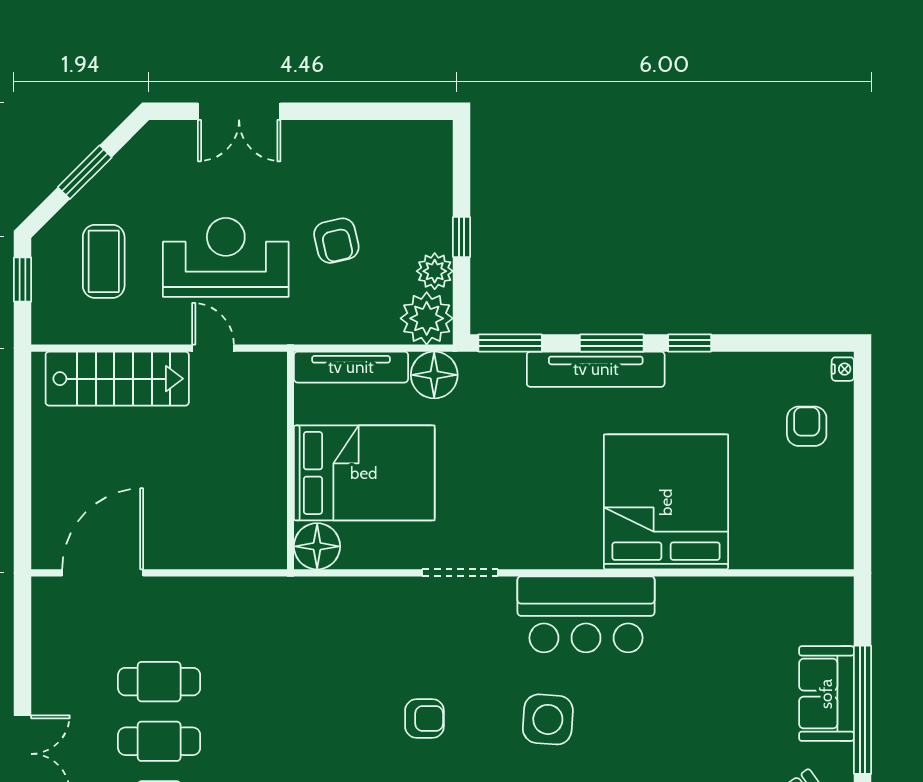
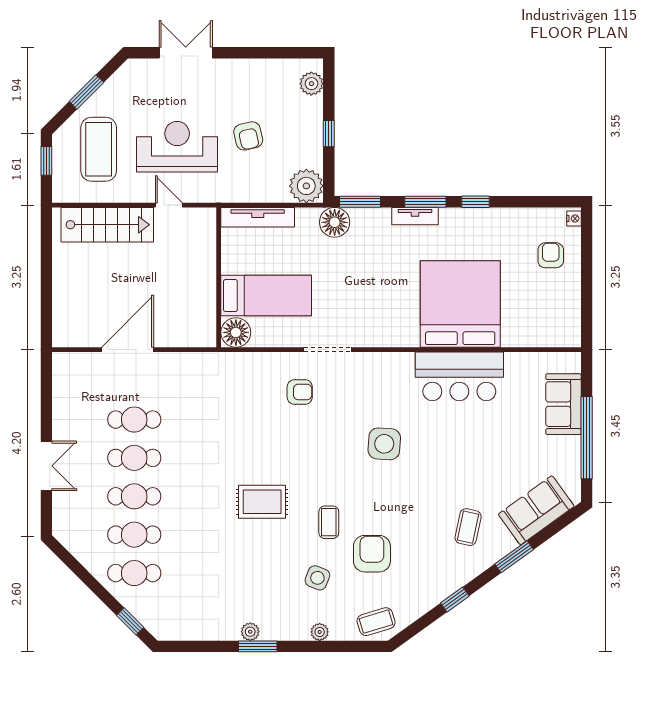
double door: (239, 111) -> (186, 53), swing flipped
coffee table: (104, 261) -> (99, 149), width x1.36, depth x1.32
plant: (435, 271) -> (311, 84), moved
tv unit: (596, 369) -> (415, 216), width x0.52, depth x0.78
floor lamp: (434, 375) -> (335, 222), moved
bed: (364, 473) -> (266, 296), width x0.67
door: (103, 573) -> (128, 350), moved
bar counter: (586, 614) -> (459, 376), moved
sofa: (826, 694) -> (563, 404), moved
armchair: (424, 718) -> (300, 392), moved

